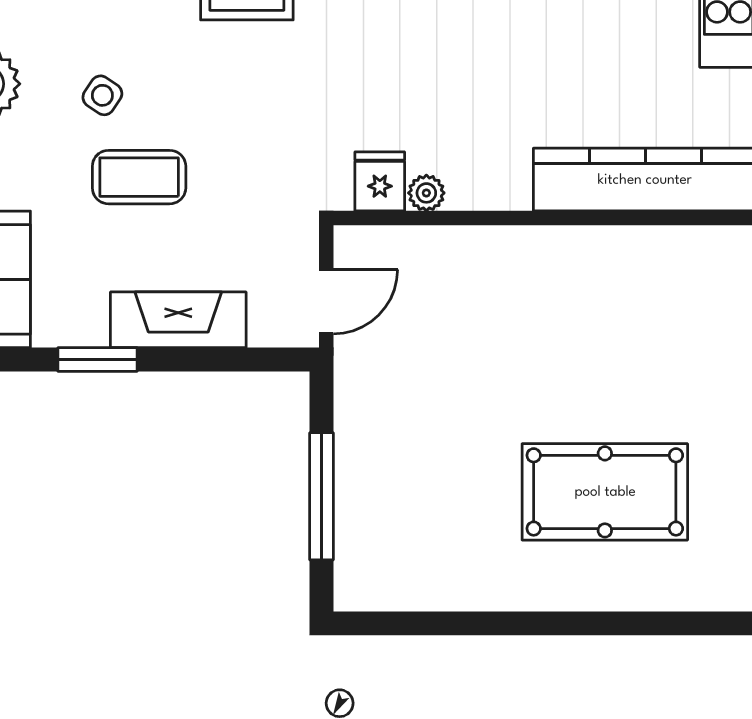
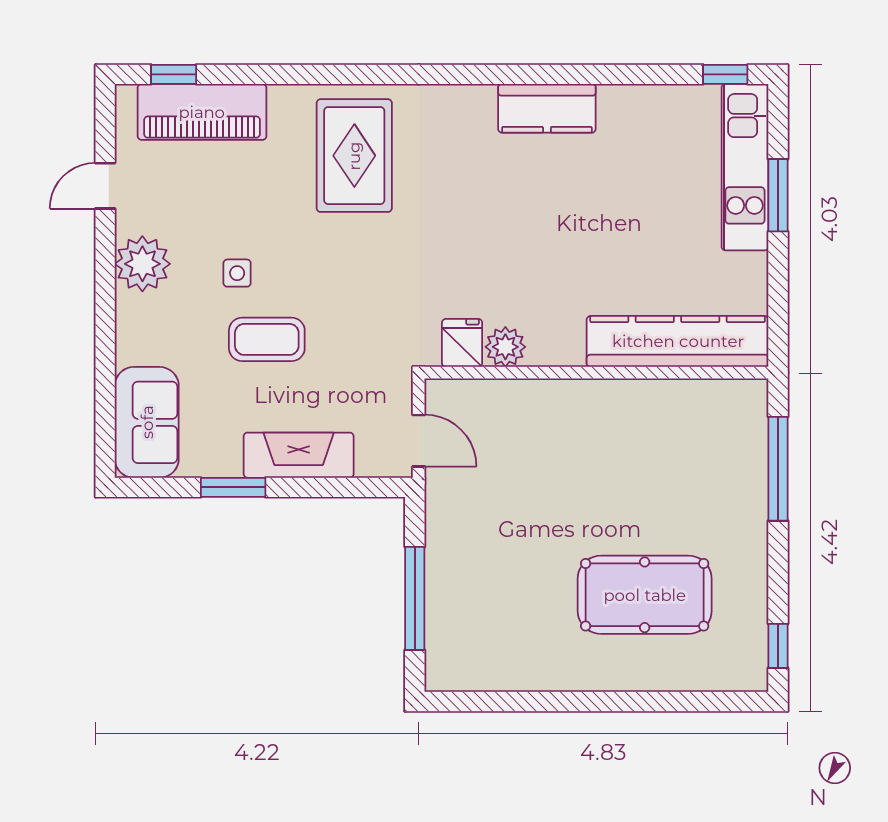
side table: (102, 95) -> (237, 273), turned -34
plant: (426, 193) -> (505, 347), width x1.38, depth x1.38
door: (326, 302) -> (419, 441), hinge flipped

